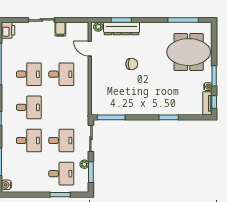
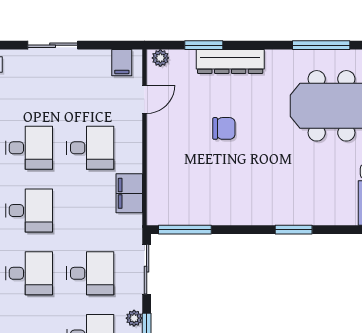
filing cabinet: (60, 29) -> (122, 63), moved
dresser: (122, 29) -> (230, 61), moved
door: (90, 49) -> (144, 99), swing flipped
filing cabinet: (82, 98) -> (129, 193), added

